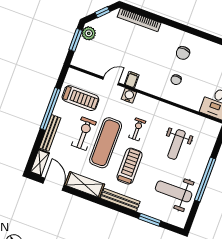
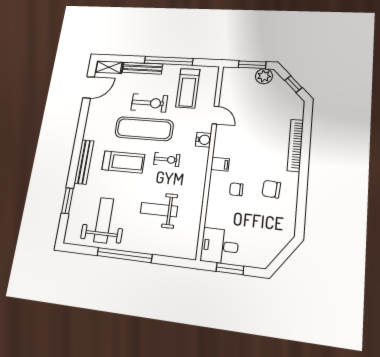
bookcase: (139, 20) -> (295, 145), moved
filing cabinet: (132, 80) -> (220, 164), moved
shelving: (85, 185) -> (94, 119), removed

